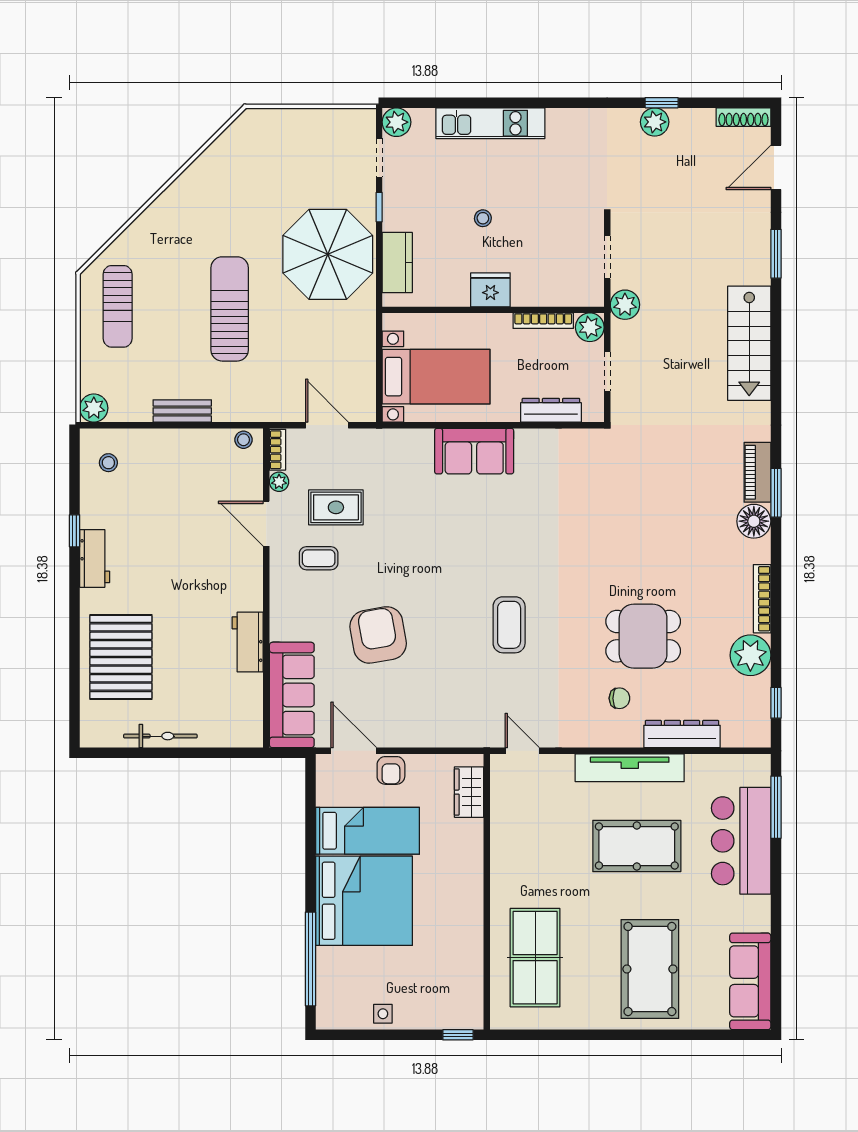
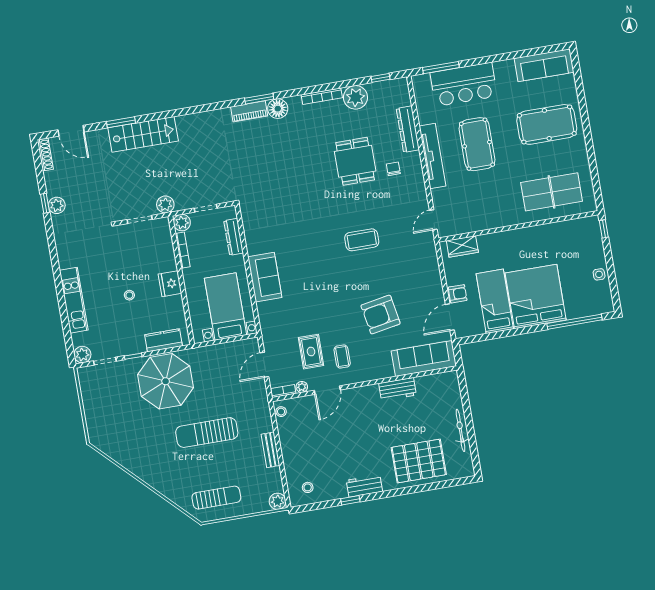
stairs: (749, 343) -> (143, 134), moved

